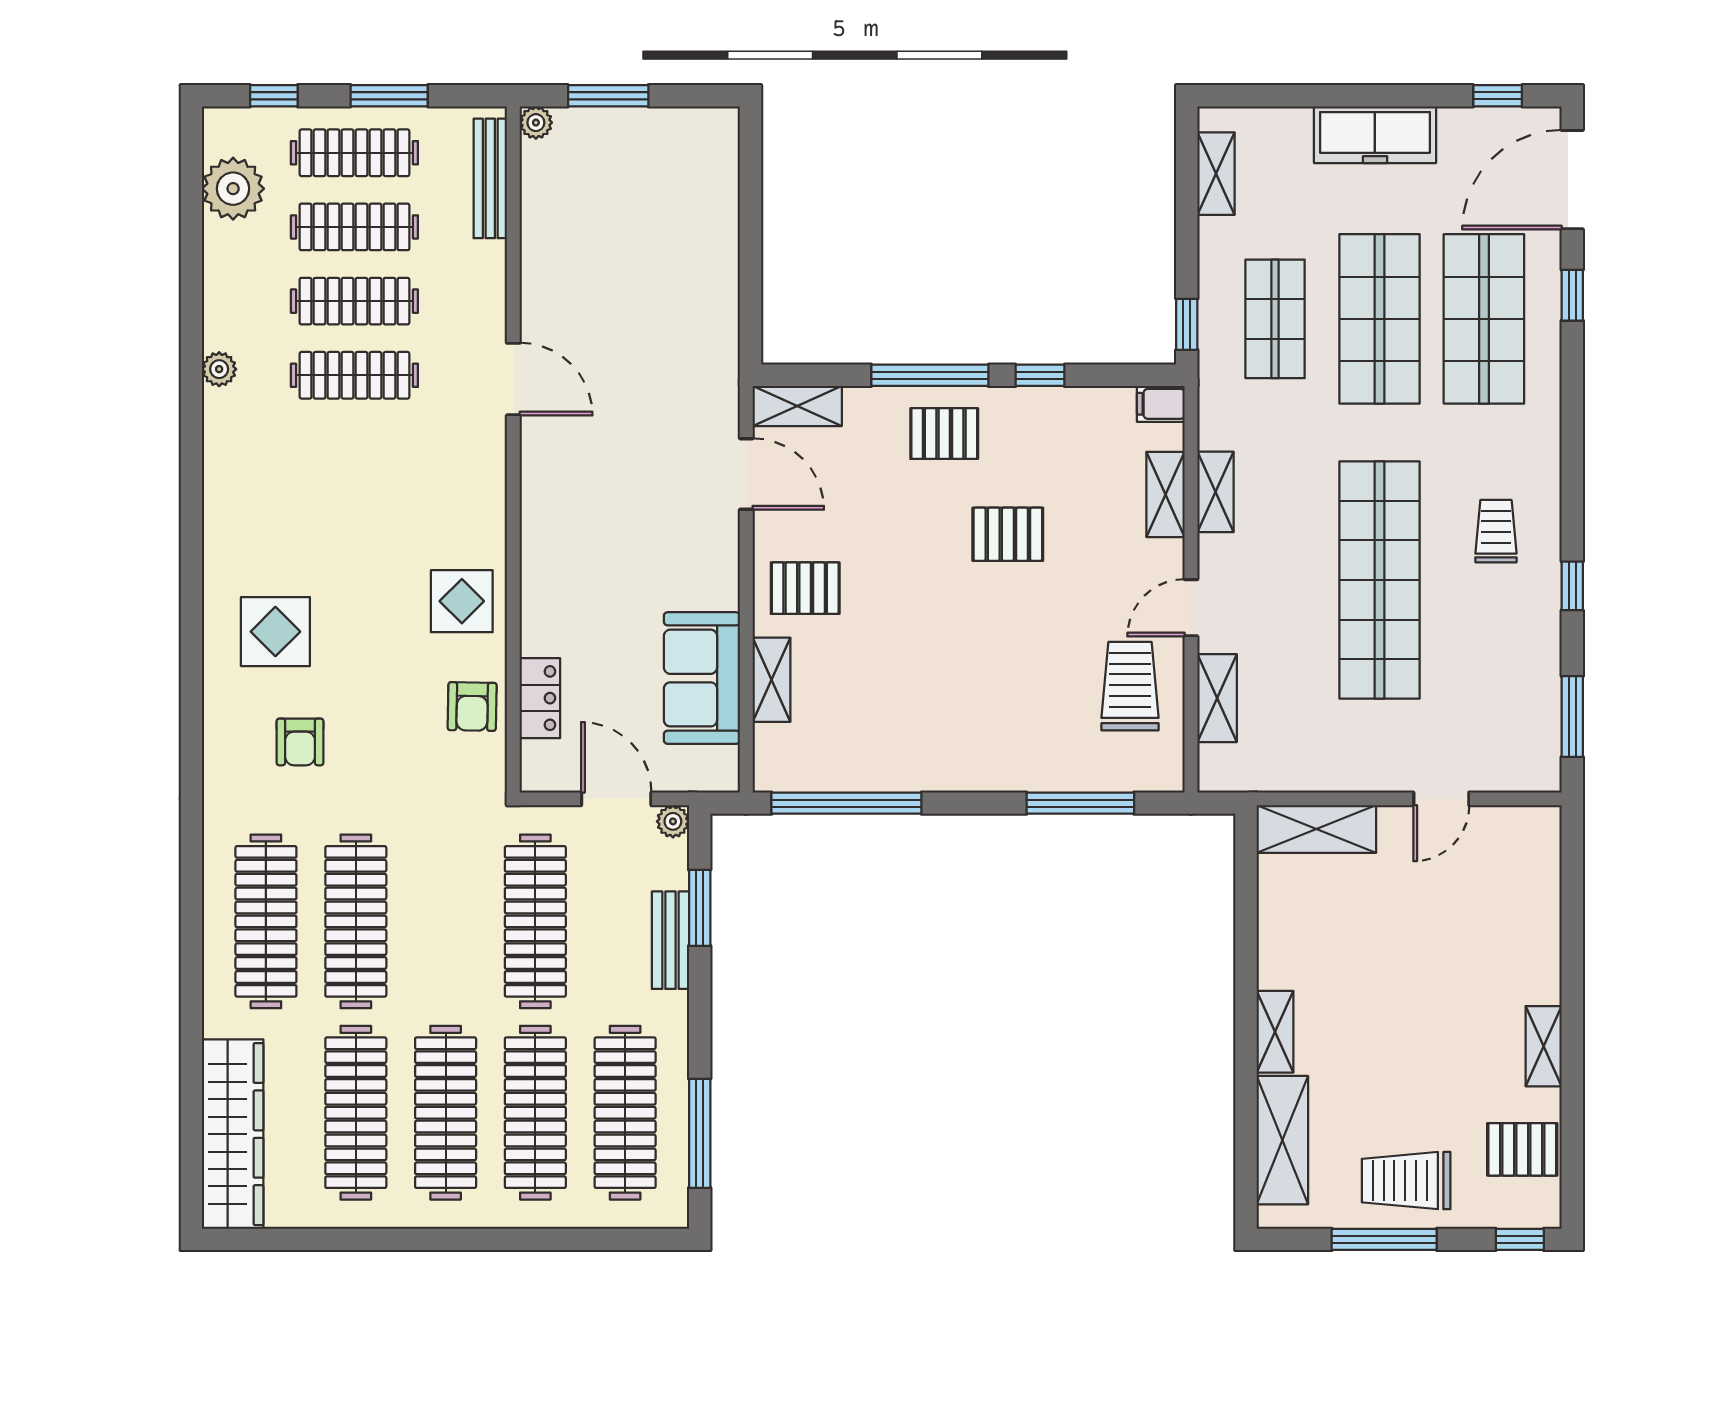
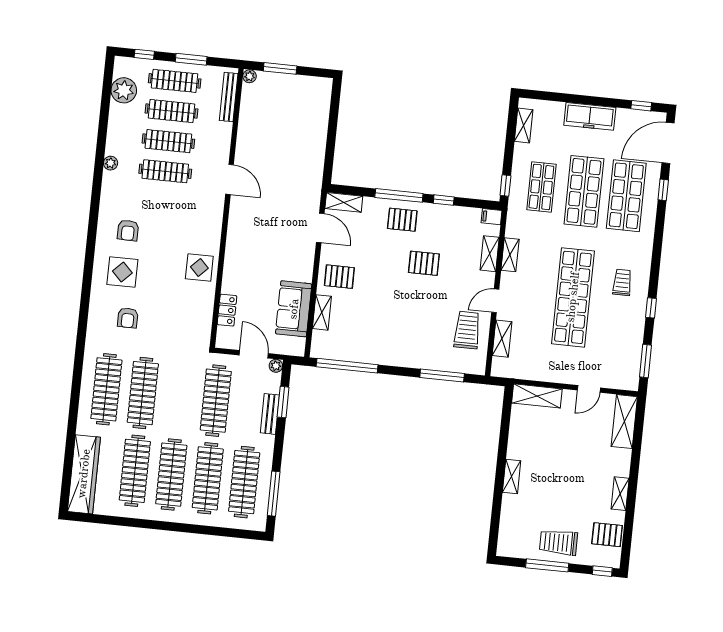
armchair: (472, 707) -> (128, 230), moved
shelving: (1282, 1140) -> (624, 422), moved

